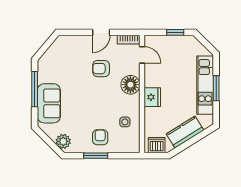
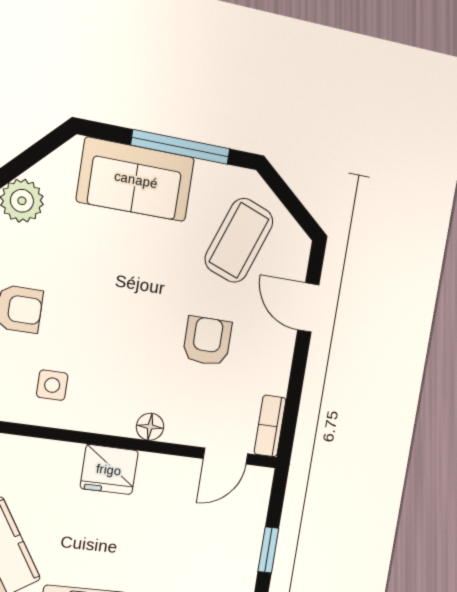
door: (101, 32) -> (308, 308), moved
coffee table: (63, 63) -> (239, 240), added
floor lamp: (130, 85) -> (150, 427), width x0.53, depth x0.53

